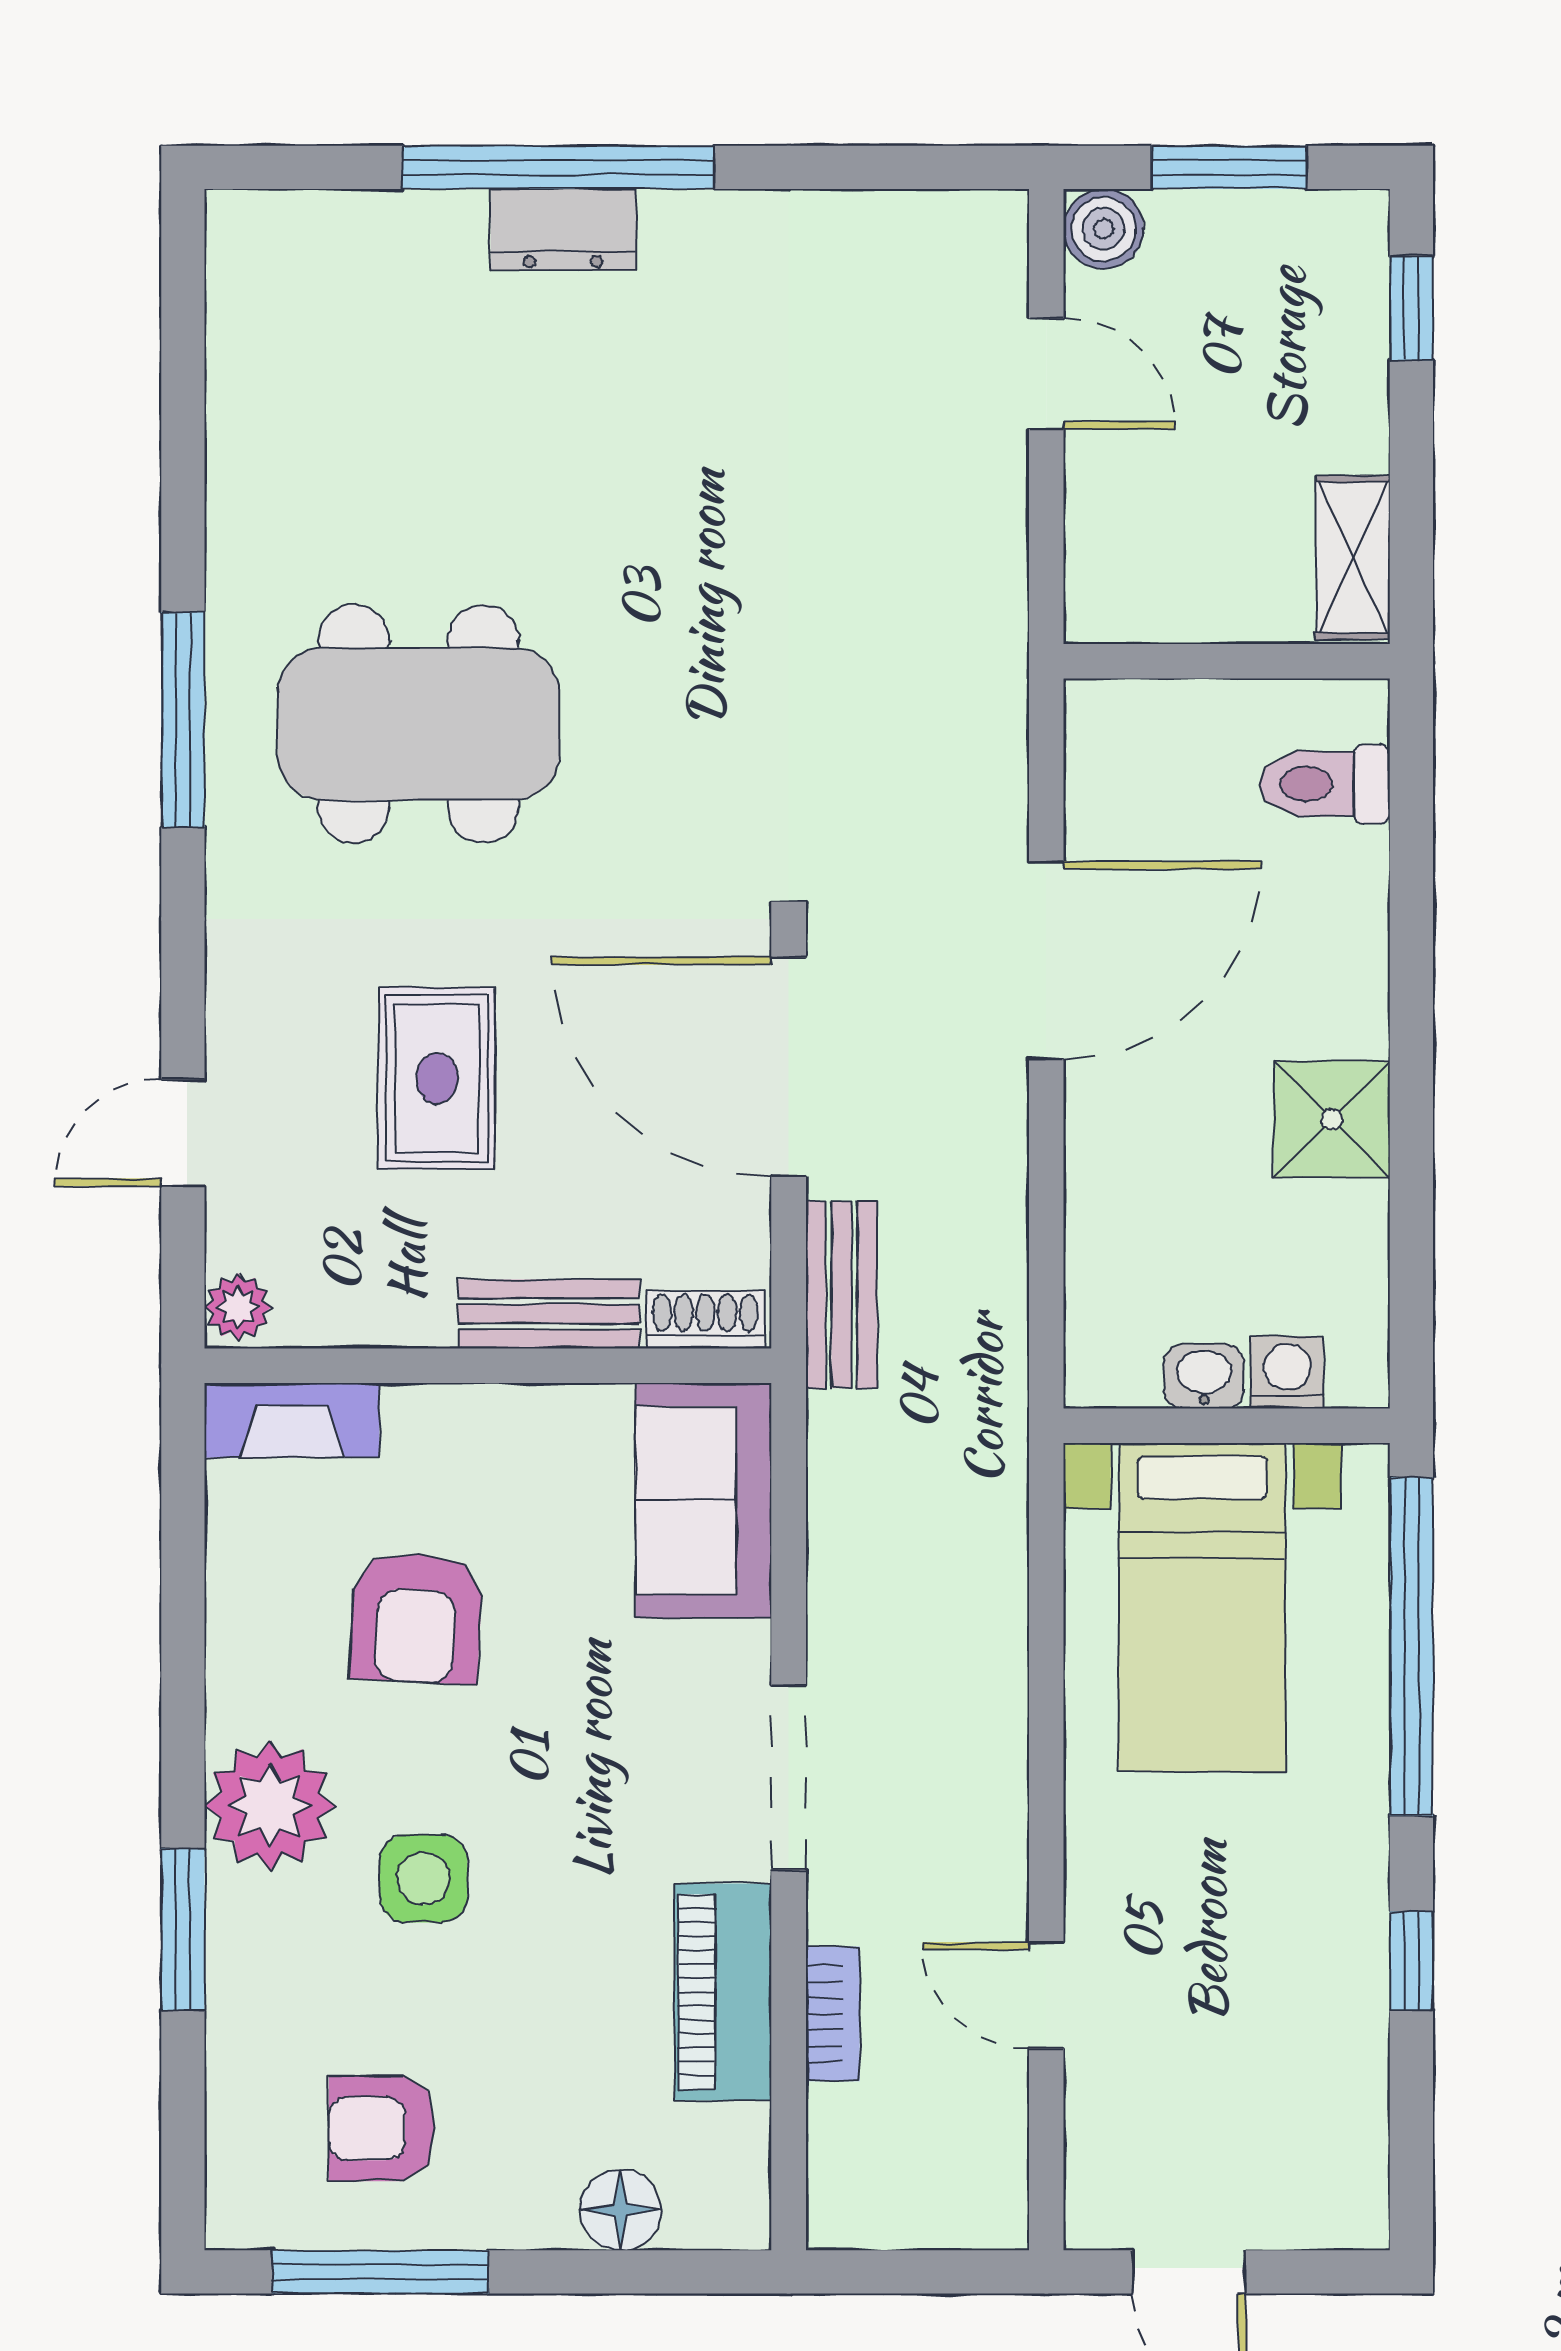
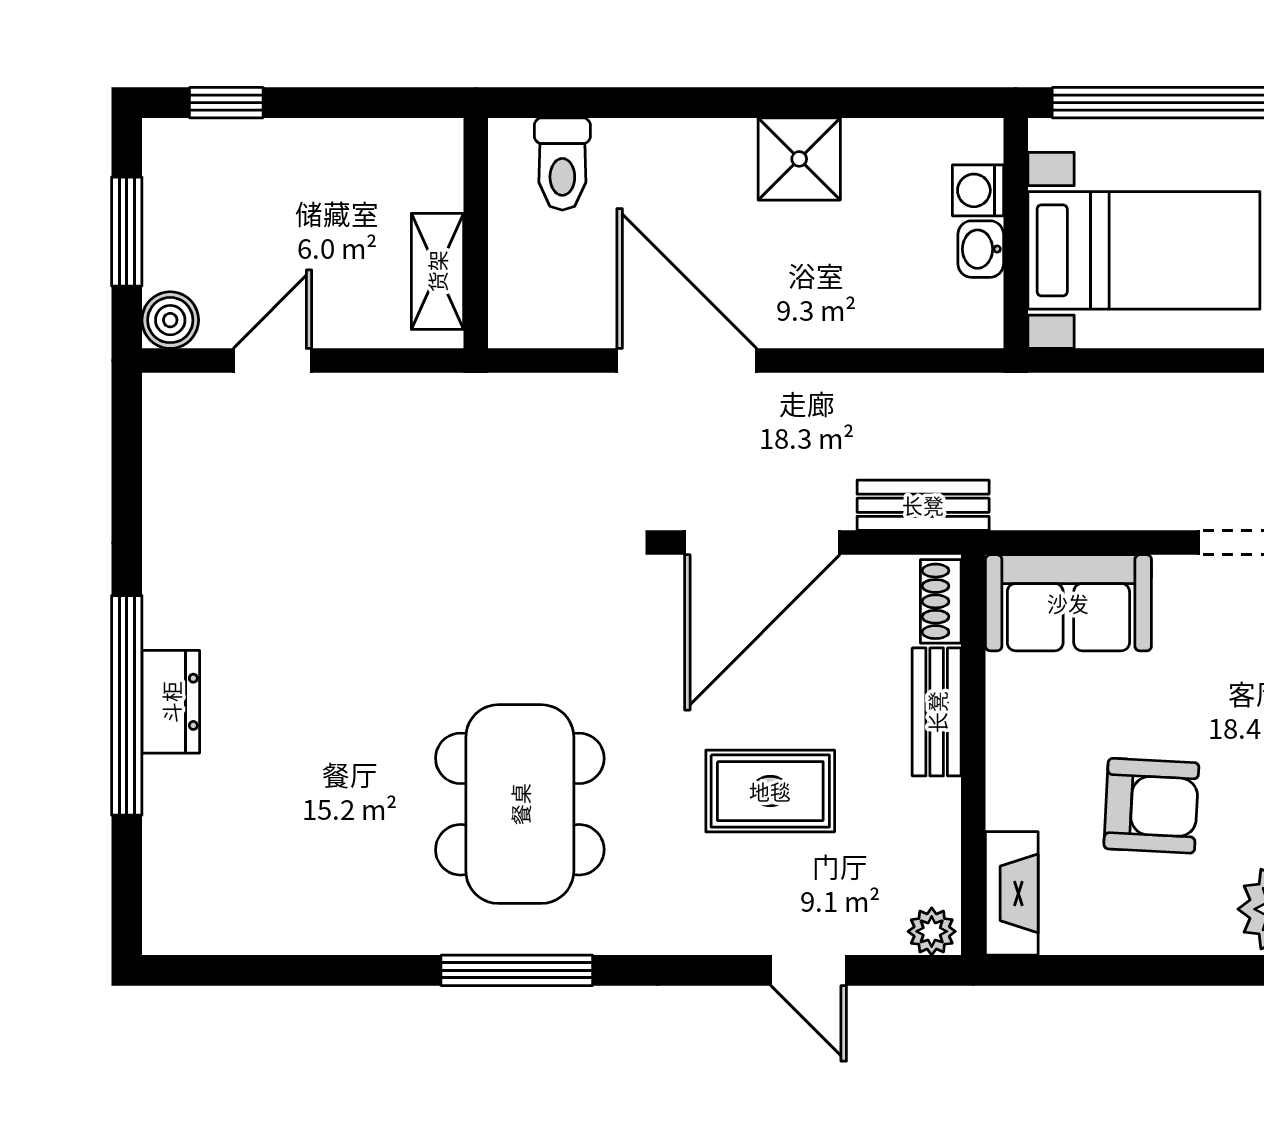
shelving: (1353, 557) -> (437, 271), moved, turned 90

